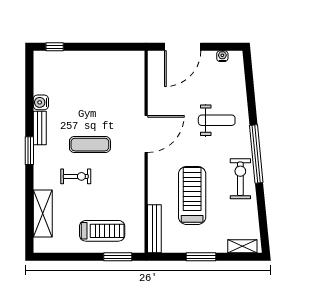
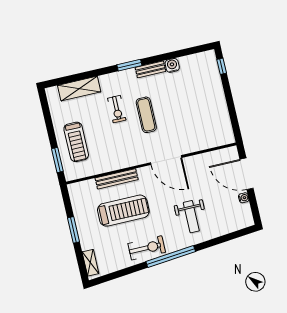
water cooler: (222, 56) -> (244, 198), moved
bench: (154, 229) -> (117, 179), moved

